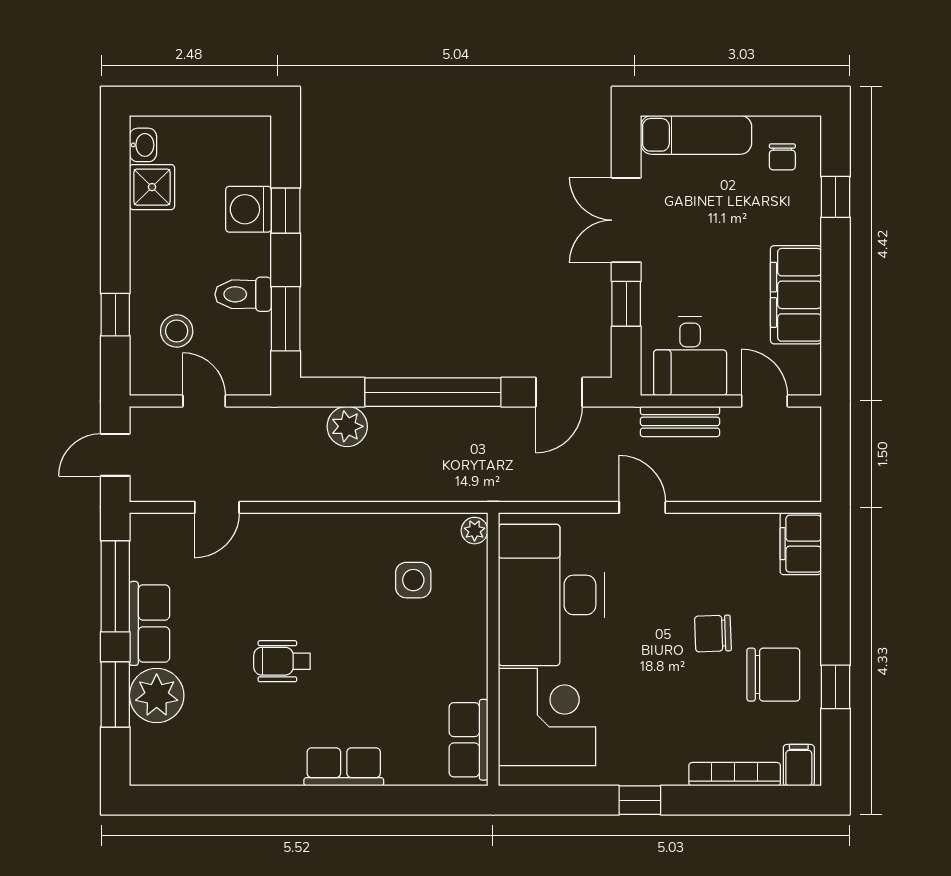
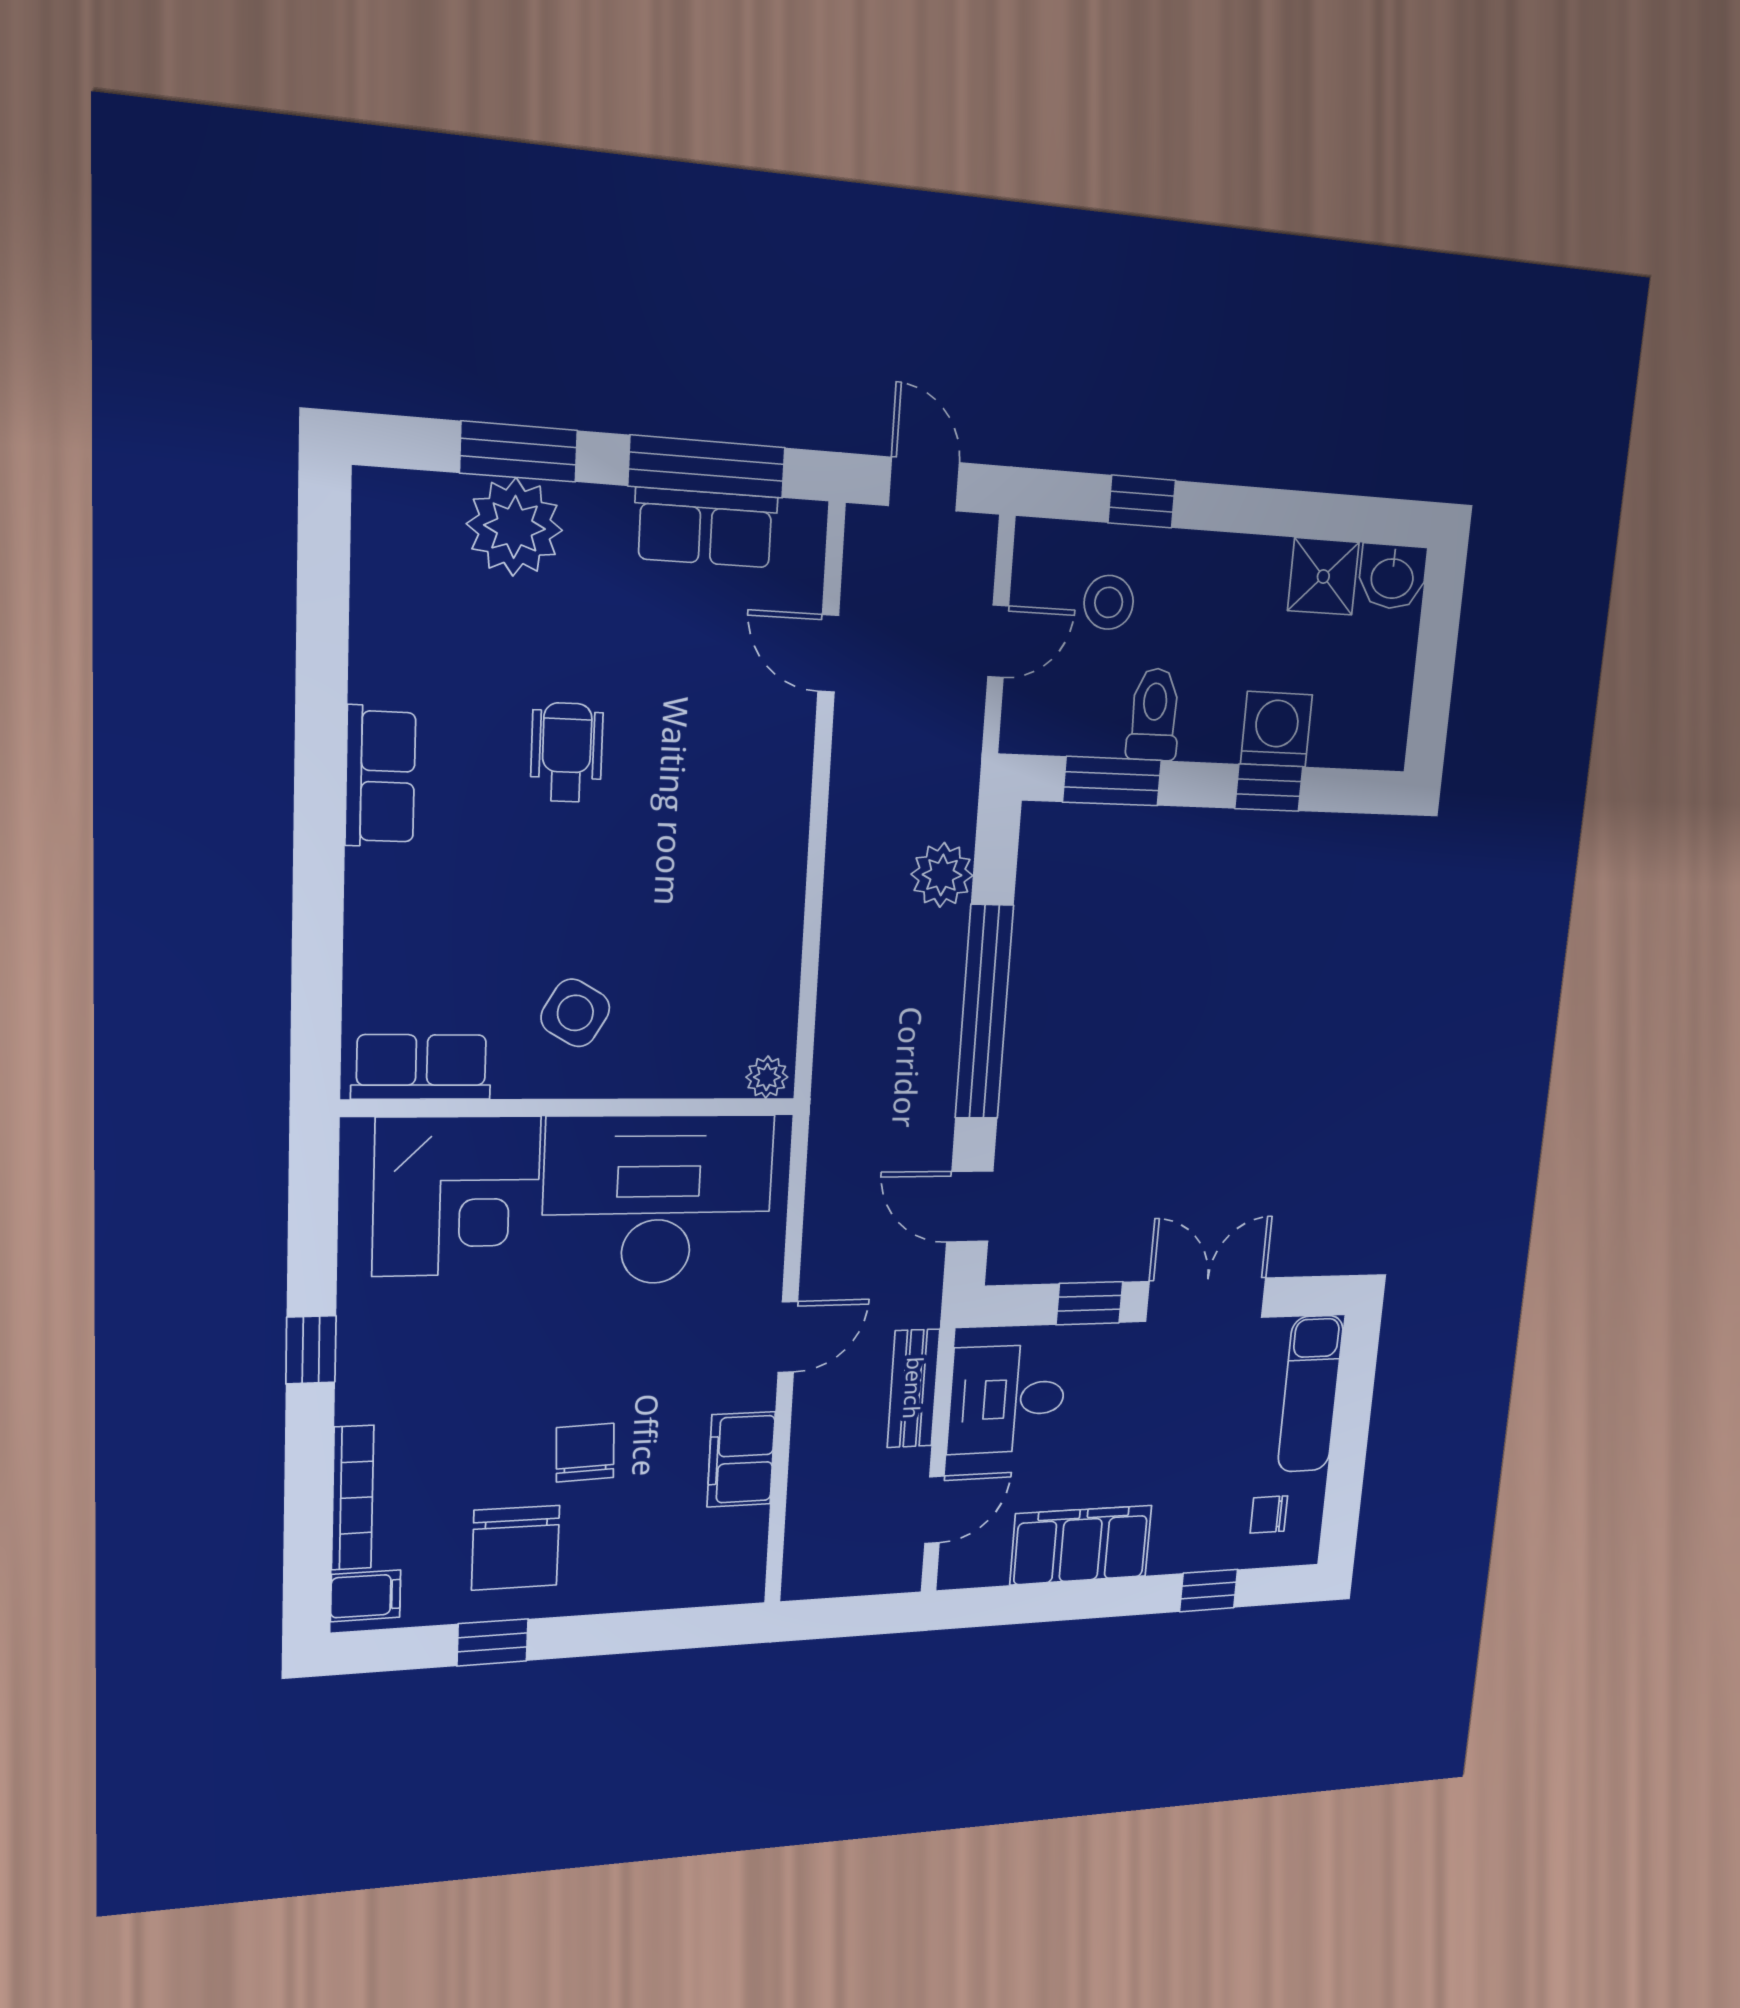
washbasin: (143, 145) -> (1392, 577), width x1.38, depth x1.45
filing cabinet: (801, 544) -> (741, 1459), moved, turned -90
side table: (413, 580) -> (575, 1013), moved, turned 30
row of seats: (150, 623) -> (706, 528), moved
row of seats: (344, 767) -> (380, 776), moved

